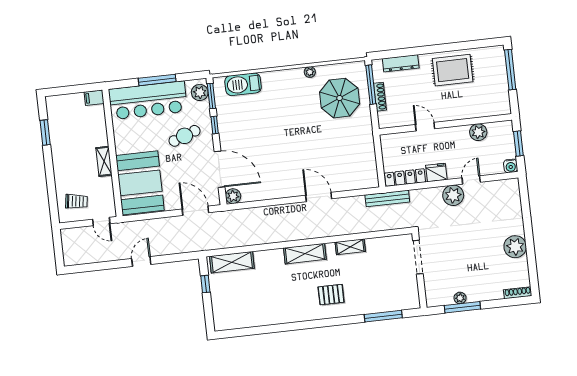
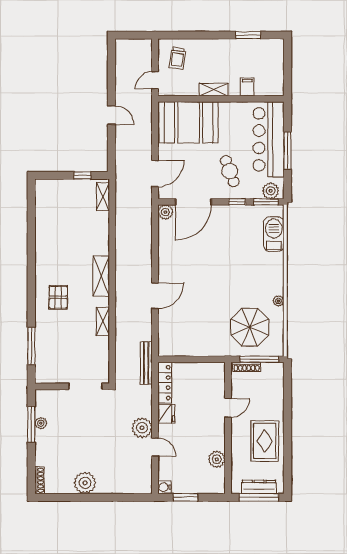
dresser: (401, 63) -> (259, 487), moved, turned 90
filing cabinet: (94, 98) -> (247, 87), moved
wall: (445, 124) -> (228, 428), moved
door: (425, 127) -> (228, 408), moved
plant: (478, 132) -> (217, 459), moved
shelving: (232, 262) -> (103, 197), width x0.67, depth x0.75

